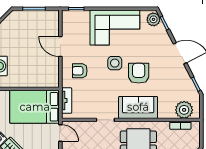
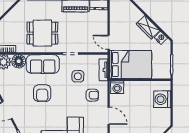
side table: (115, 63) -> (78, 76), moved
washing machine: (50, 80) -> (117, 87), added
floor lamp: (166, 111) -> (19, 61), added

